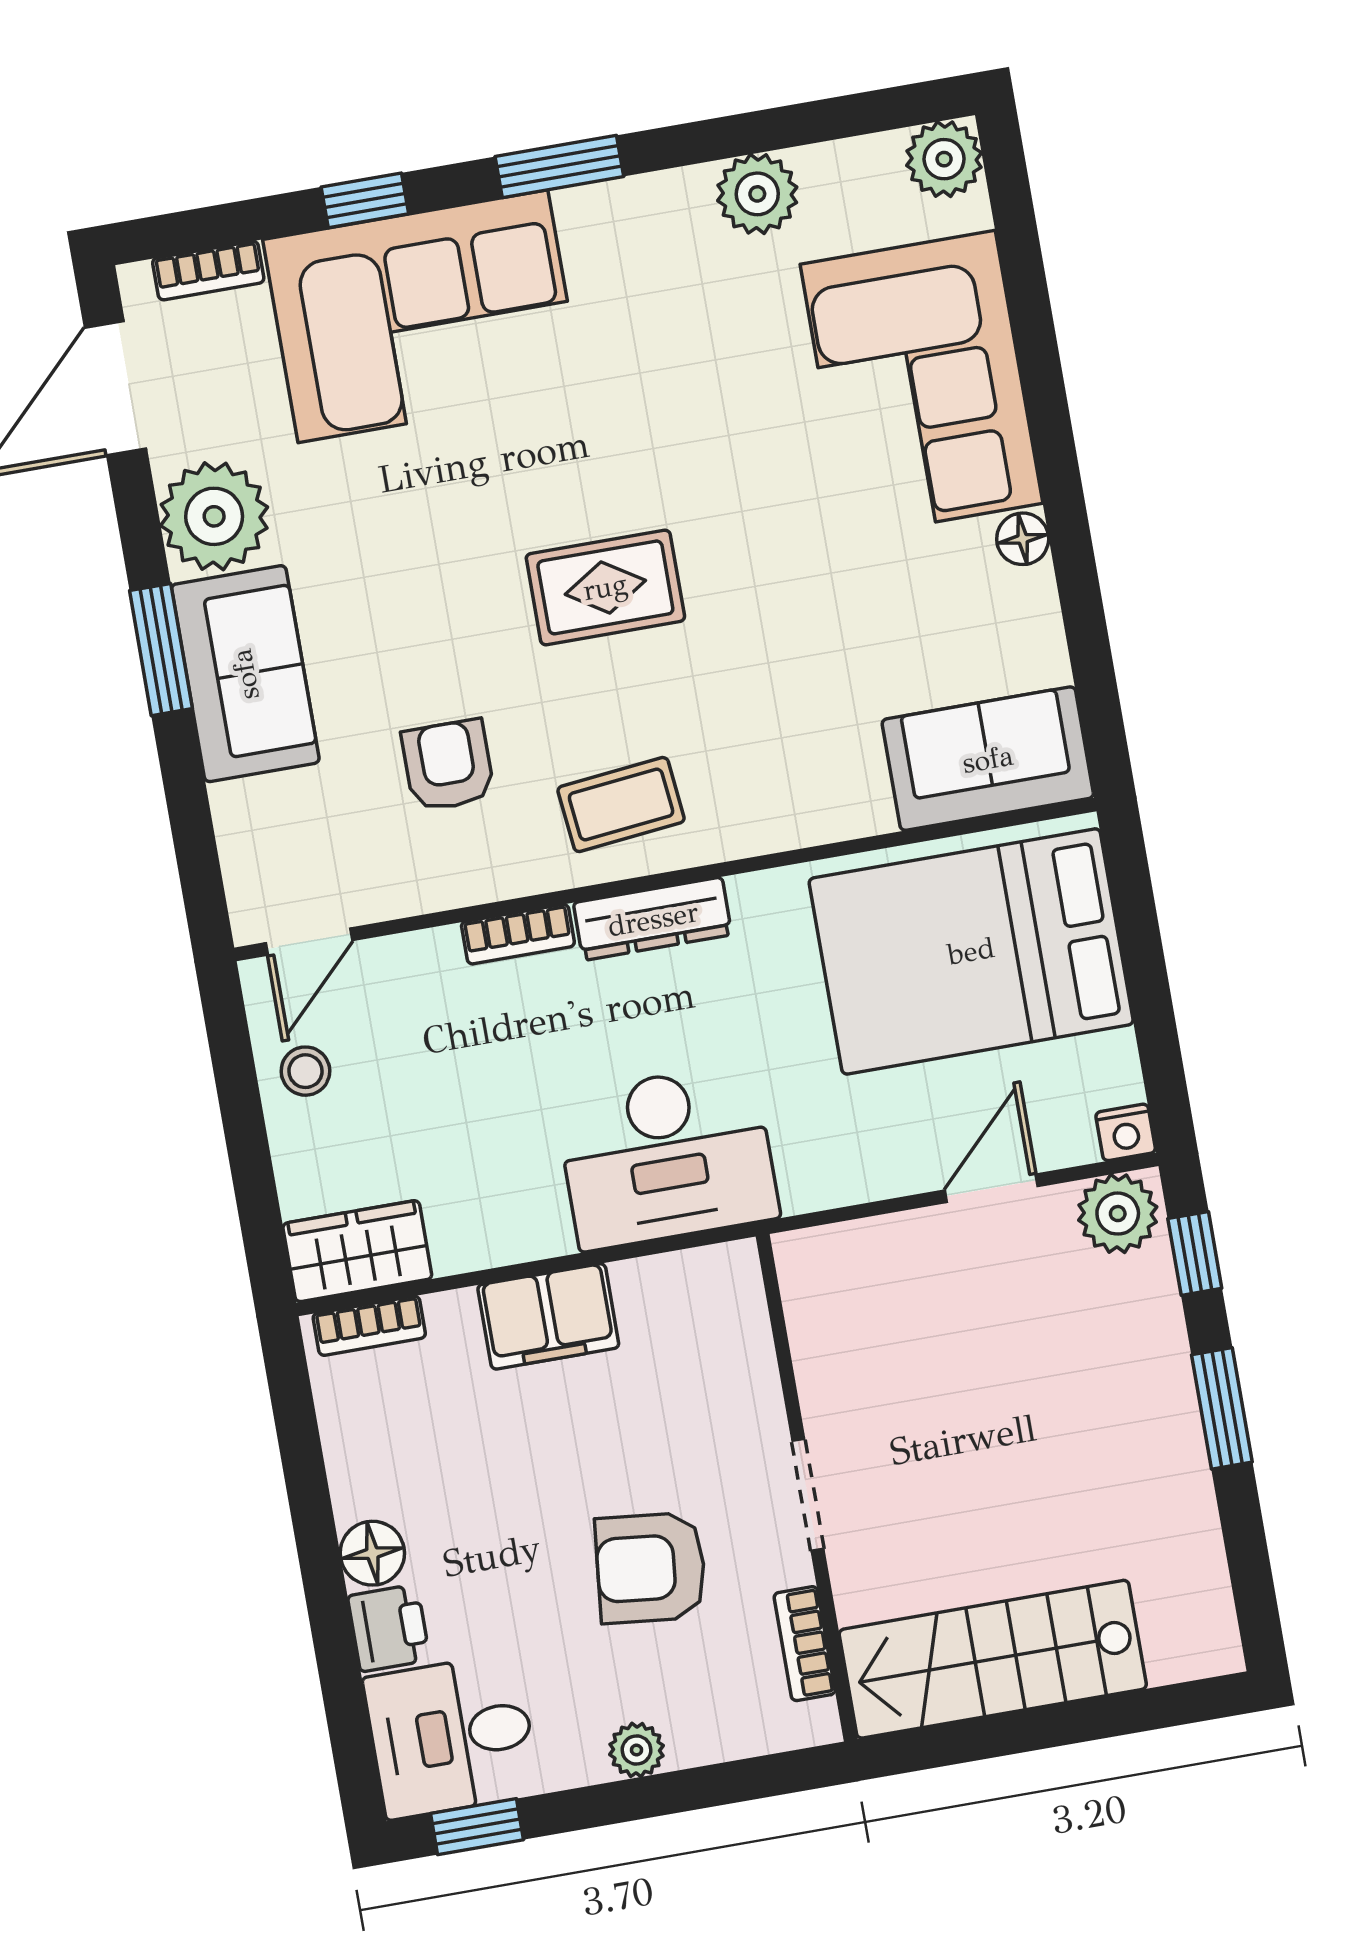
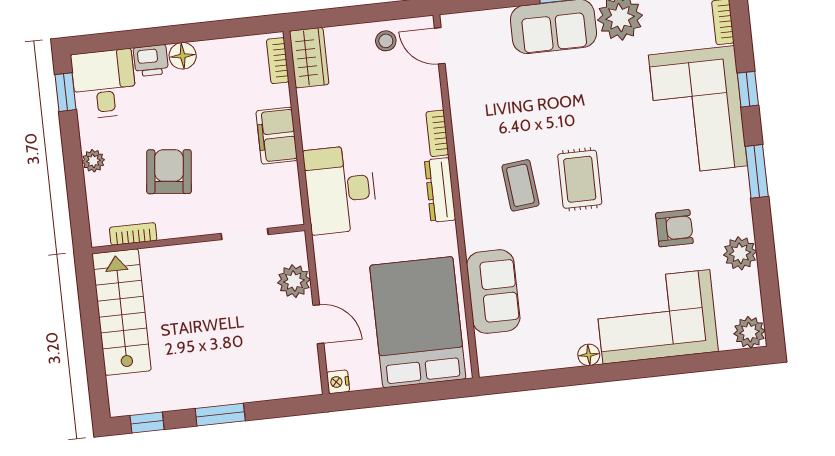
sofa: (988, 759) -> (493, 292), moved
armchair: (448, 765) -> (674, 228), moved
coffee table: (621, 805) -> (520, 185), moved
plant: (1118, 1214) -> (294, 281), moved
window: (1195, 1253) -> (147, 422), moved
doorway: (808, 1495) -> (245, 234), moved

